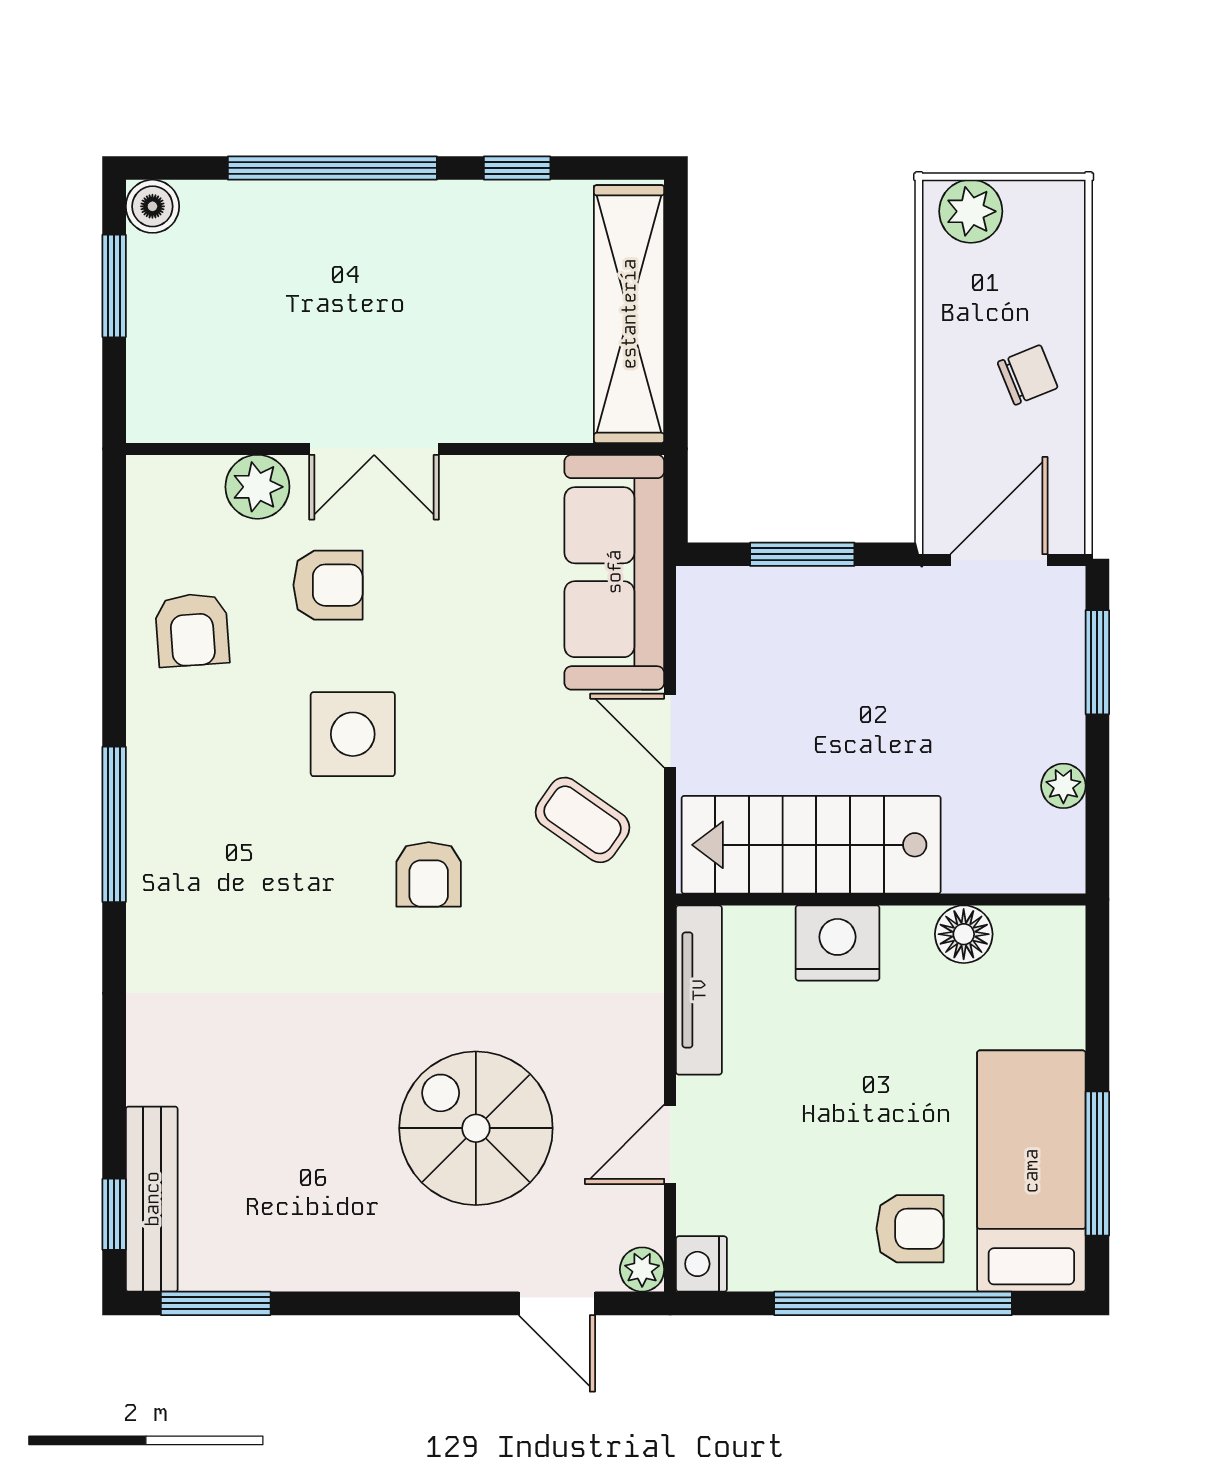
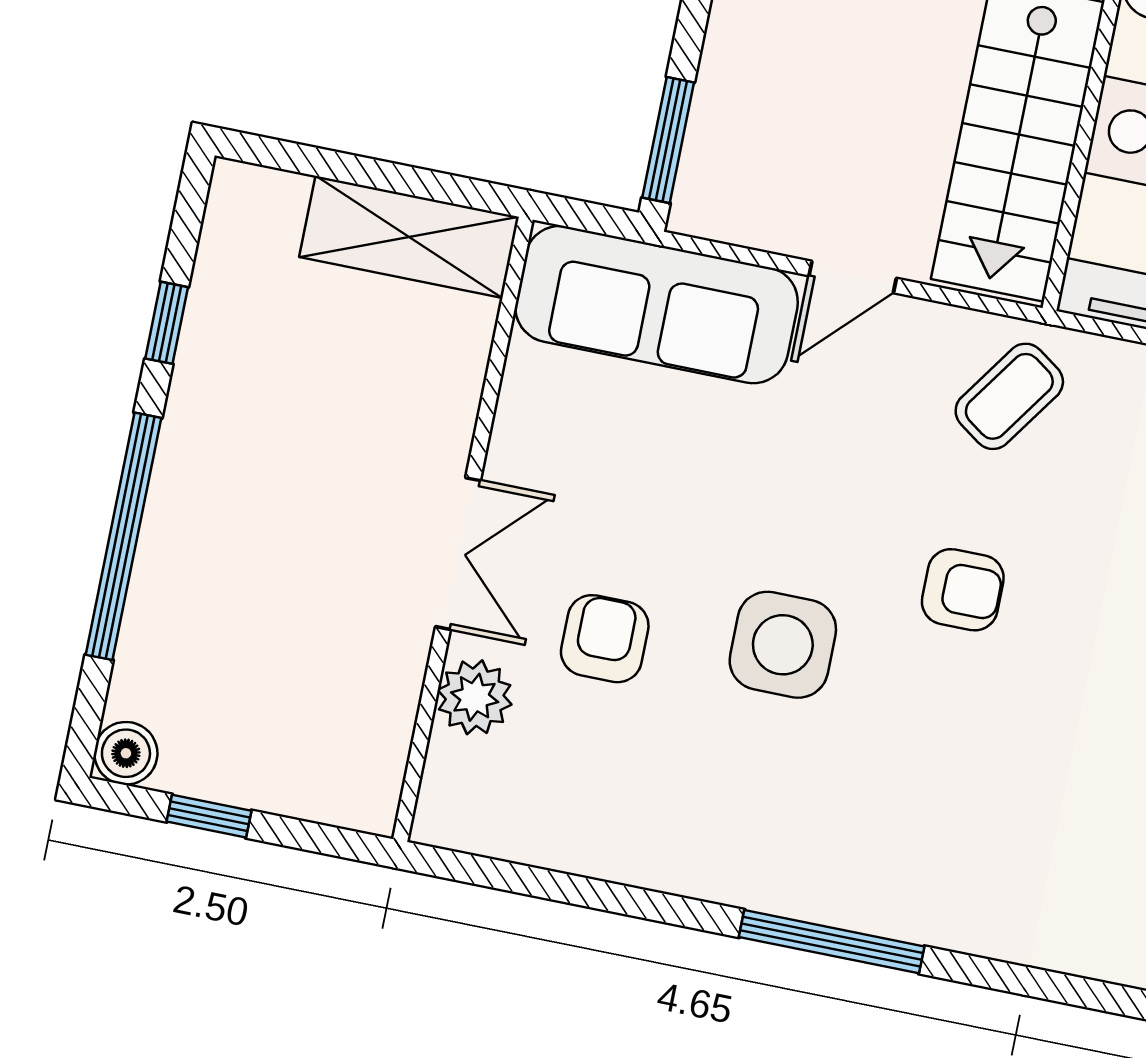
window: (114, 286) -> (209, 816), width x0.67
shelving: (629, 314) -> (409, 237), width x0.68
window: (802, 554) -> (668, 140), moved
armchair: (192, 630) -> (625, 806), removed
coffee table: (582, 820) -> (1009, 396), moved

